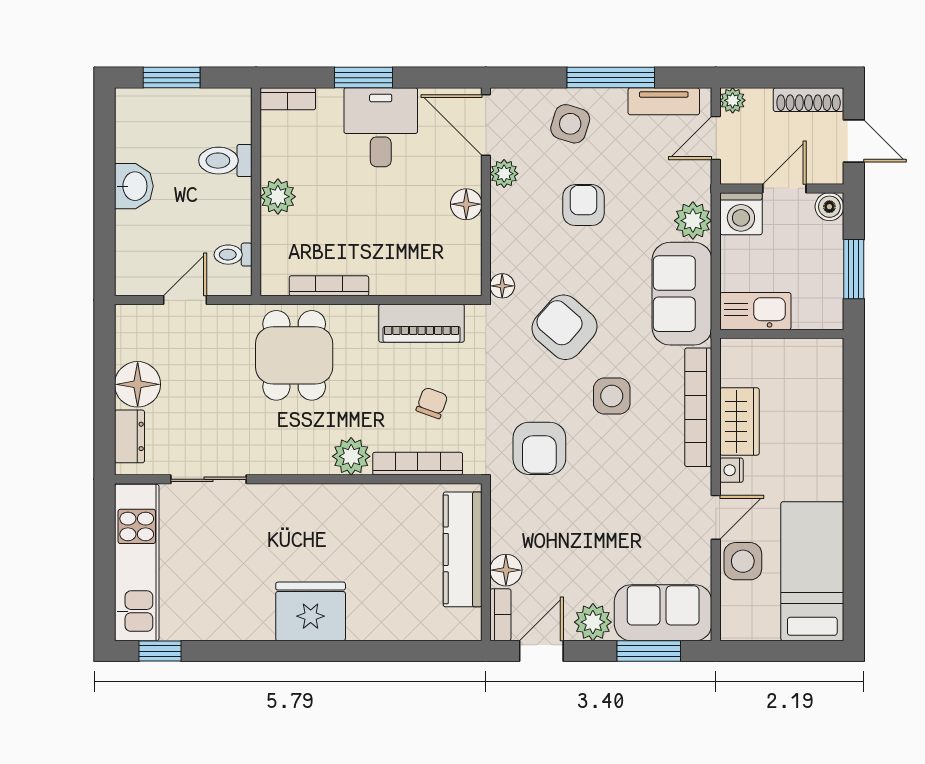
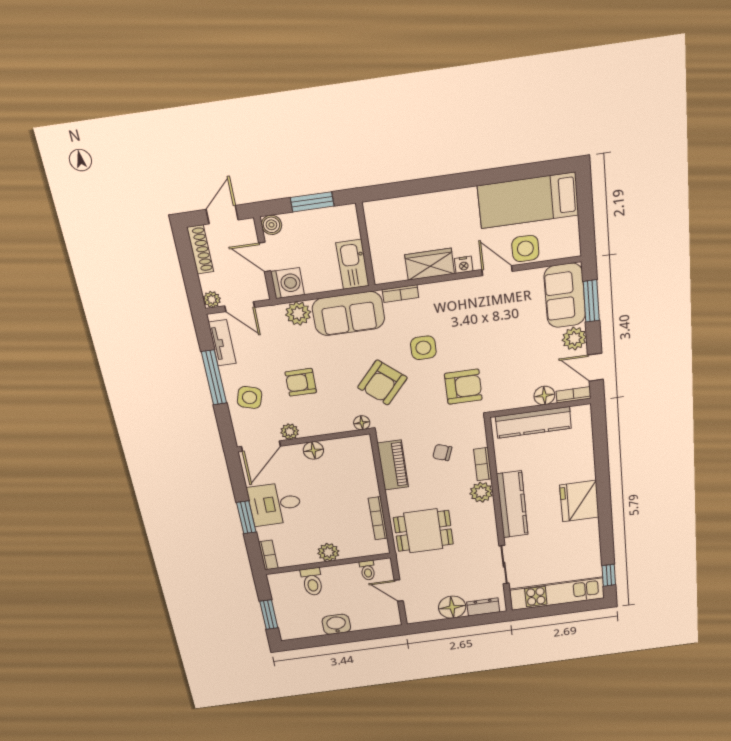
bookcase: (698, 407) -> (400, 294), width x0.43, depth x0.76
bookcase: (418, 464) -> (483, 464), width x0.64
kitchen counter: (321, 503) -> (512, 504), added

